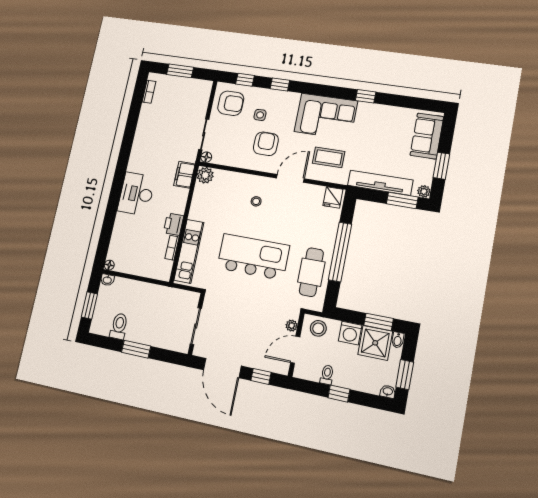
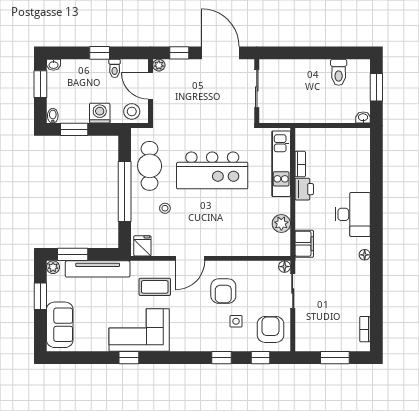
armchair: (231, 103) -> (270, 329), turned 90
corner sofa: (326, 116) -> (139, 330), moved
plant: (205, 175) -> (281, 223), moved
stool: (256, 201) -> (165, 208), moved
floor lamp: (109, 265) -> (365, 255), moved
plant: (292, 326) -> (159, 65), moved
shower: (375, 343) -> (74, 109), removed
window: (136, 349) -> (315, 53), removed
door: (295, 350) -> (151, 86), swing flipped

